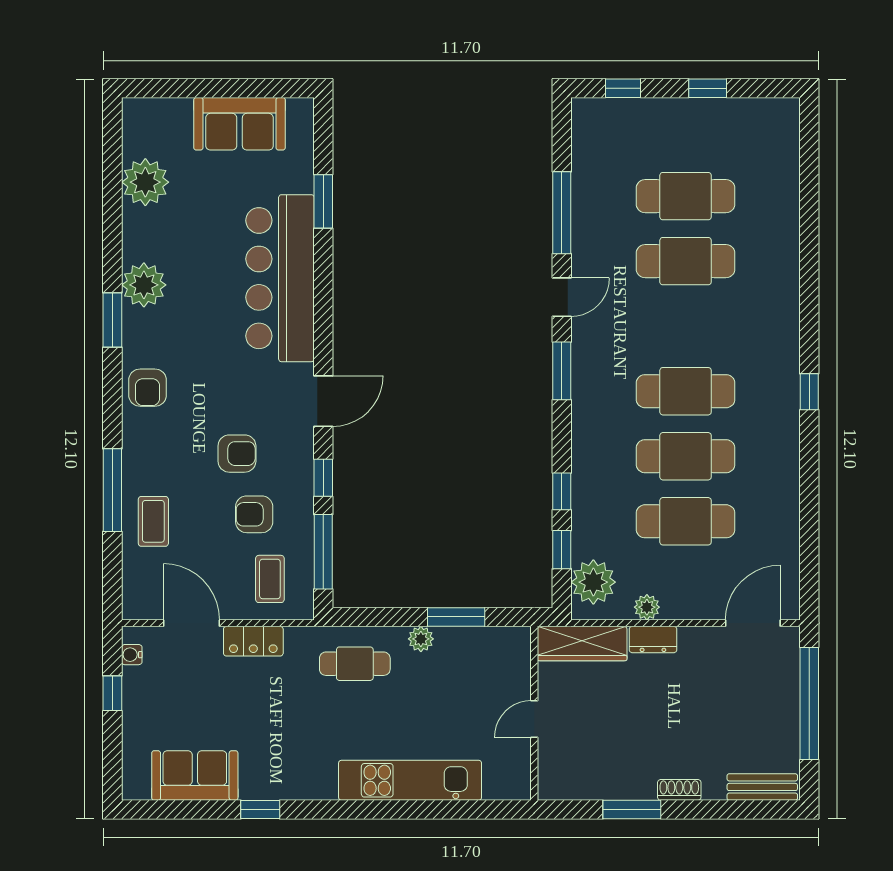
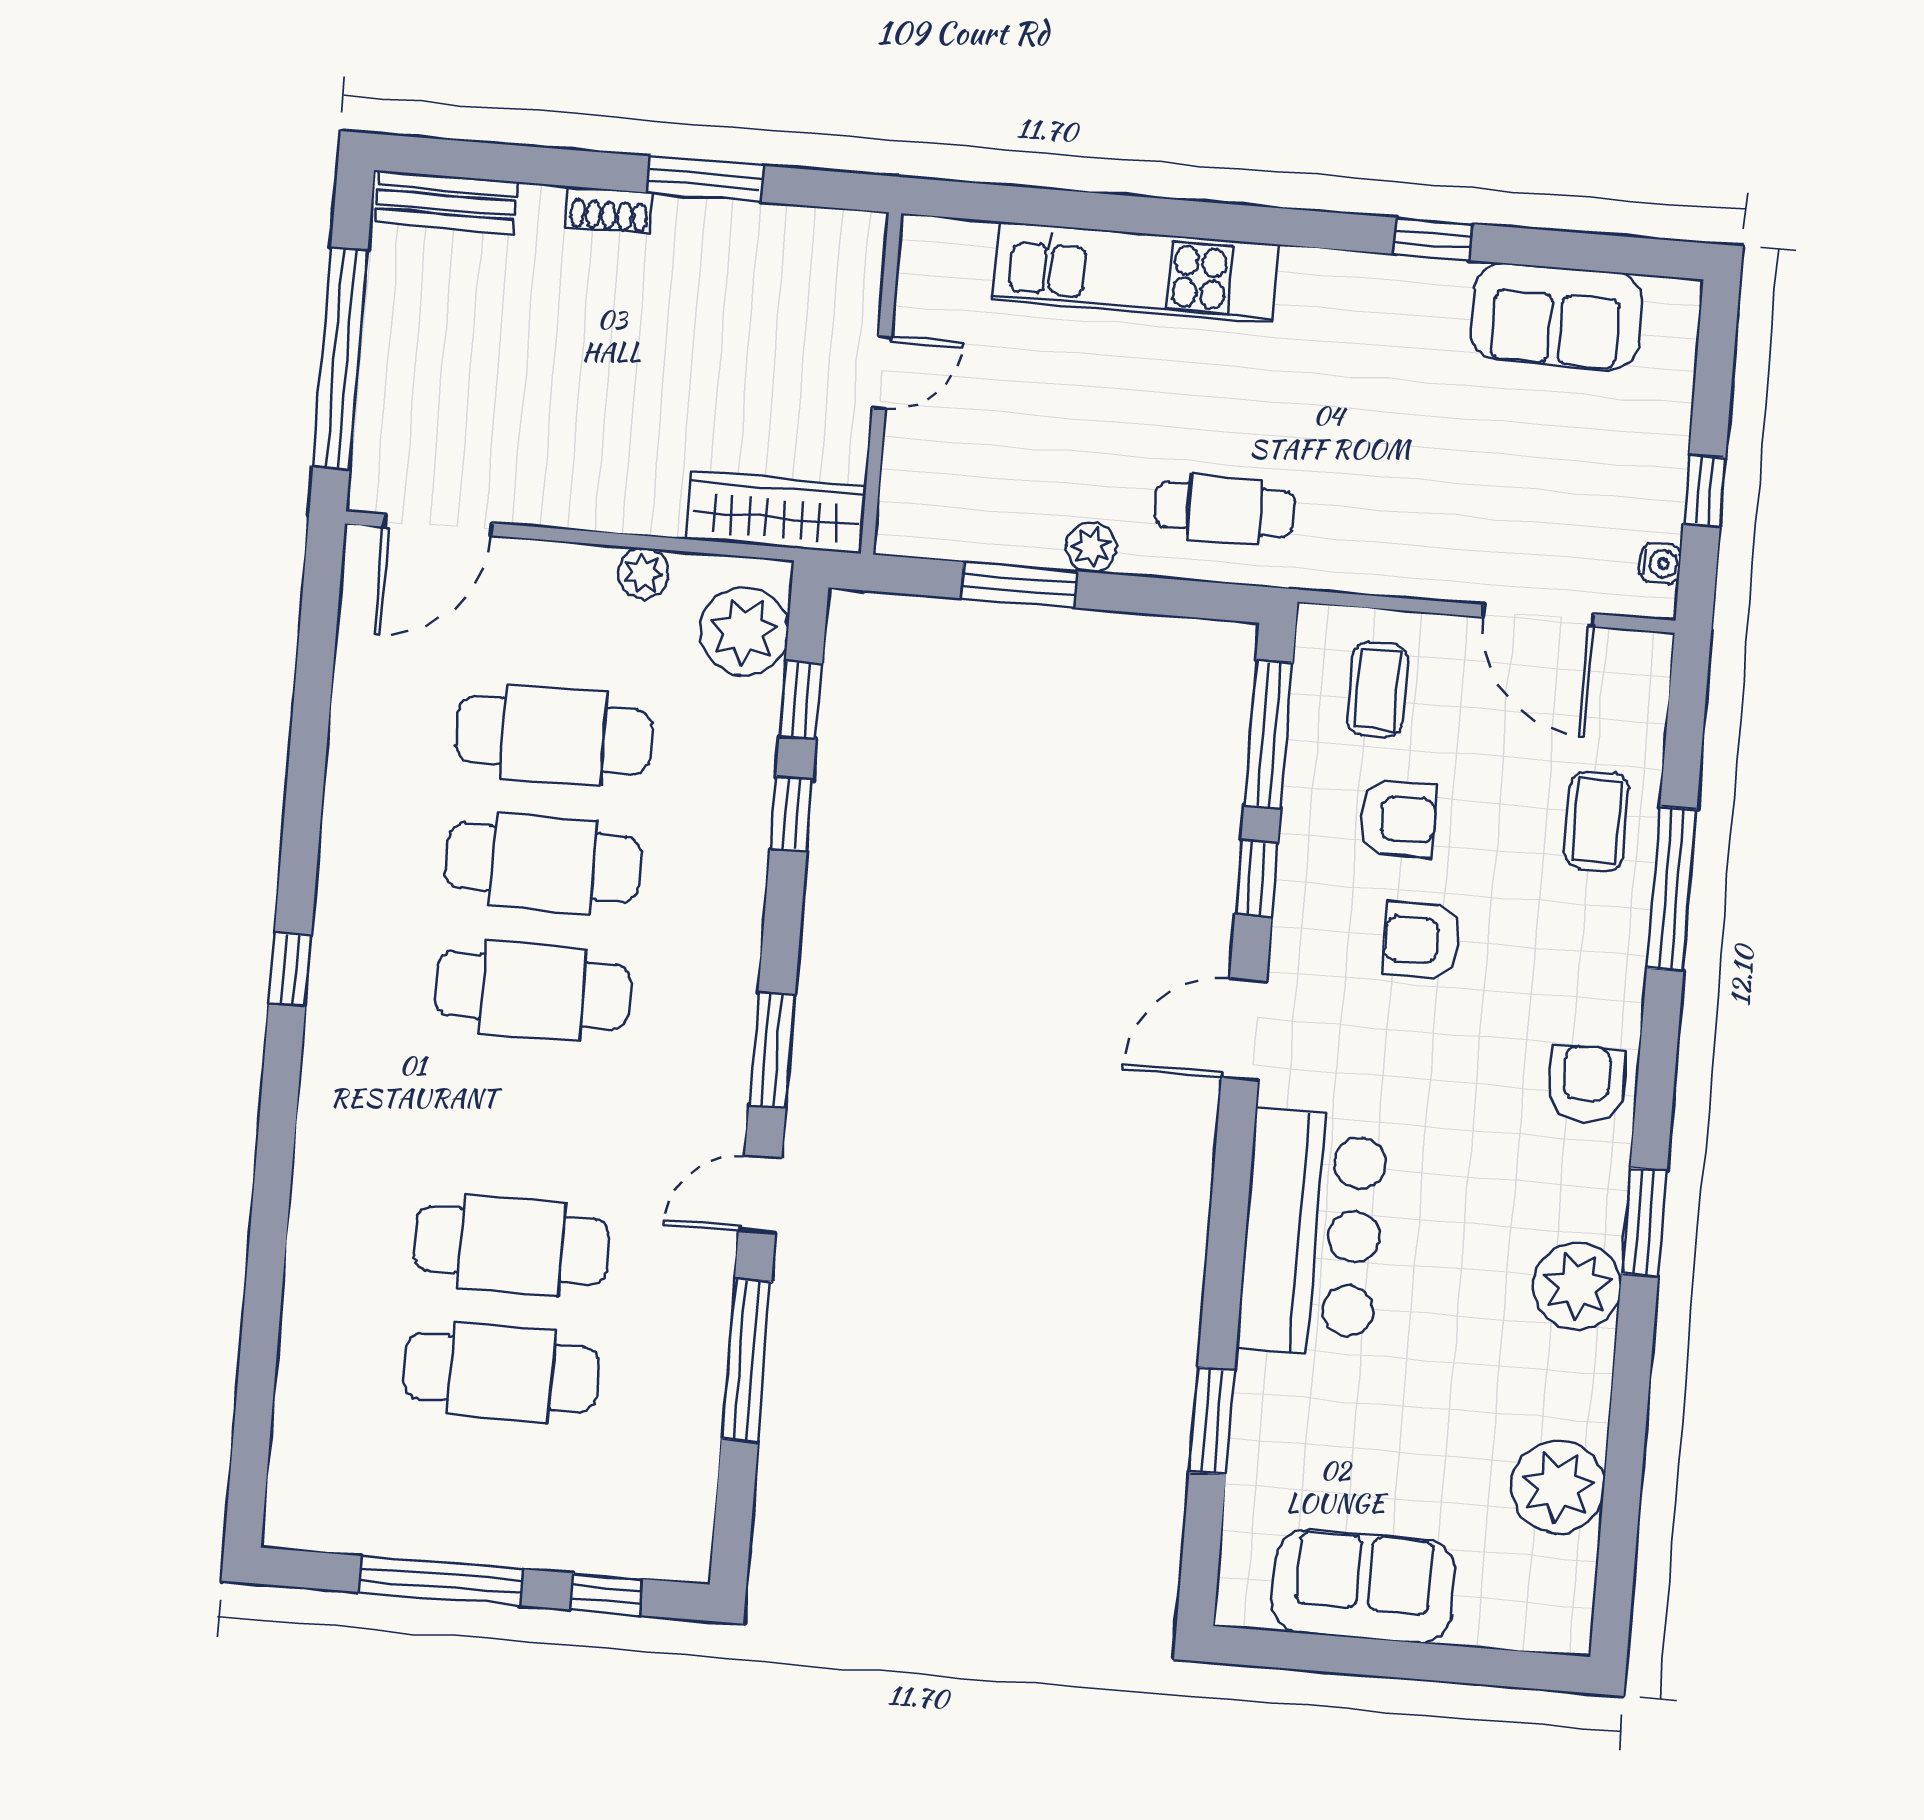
window: (708, 88) -> (441, 1581), width x2.17
bar counter: (280, 278) -> (1313, 1233), width x0.73
dresser: (653, 639) -> (636, 509), removed
locker: (253, 641) -> (1420, 570), removed

